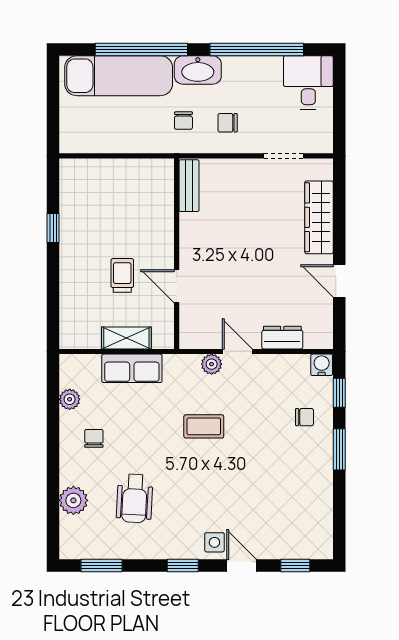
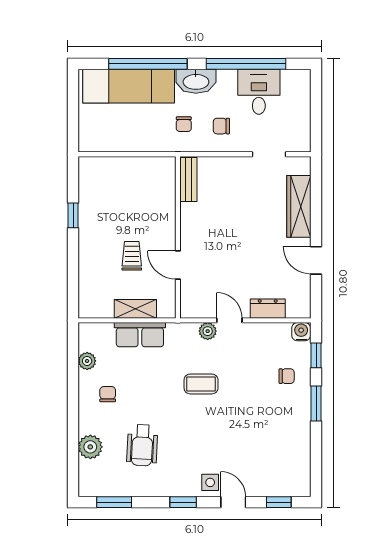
desk: (308, 82) -> (259, 92), moved

